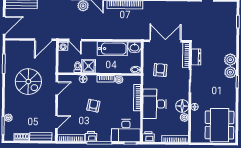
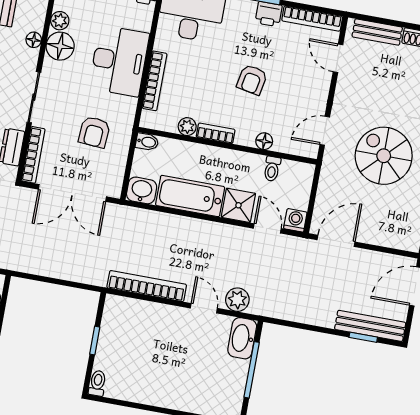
shower: (89, 66) -> (238, 205), moved
door: (56, 122) -> (338, 58), hinge flipped

